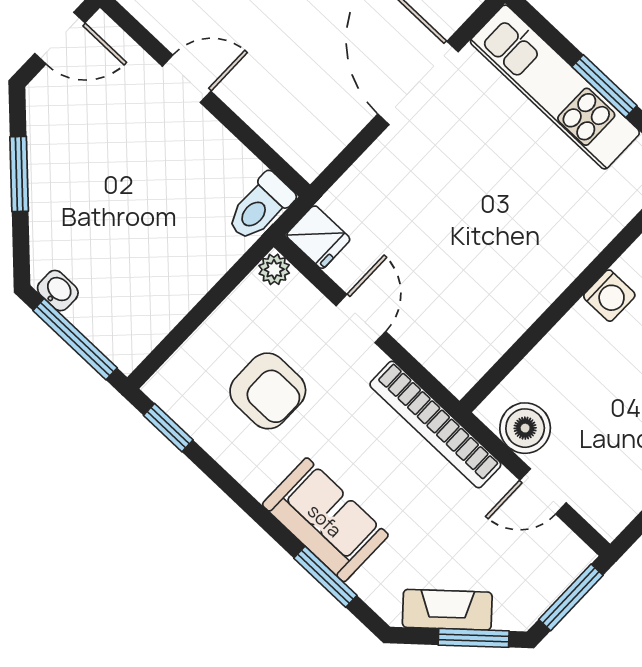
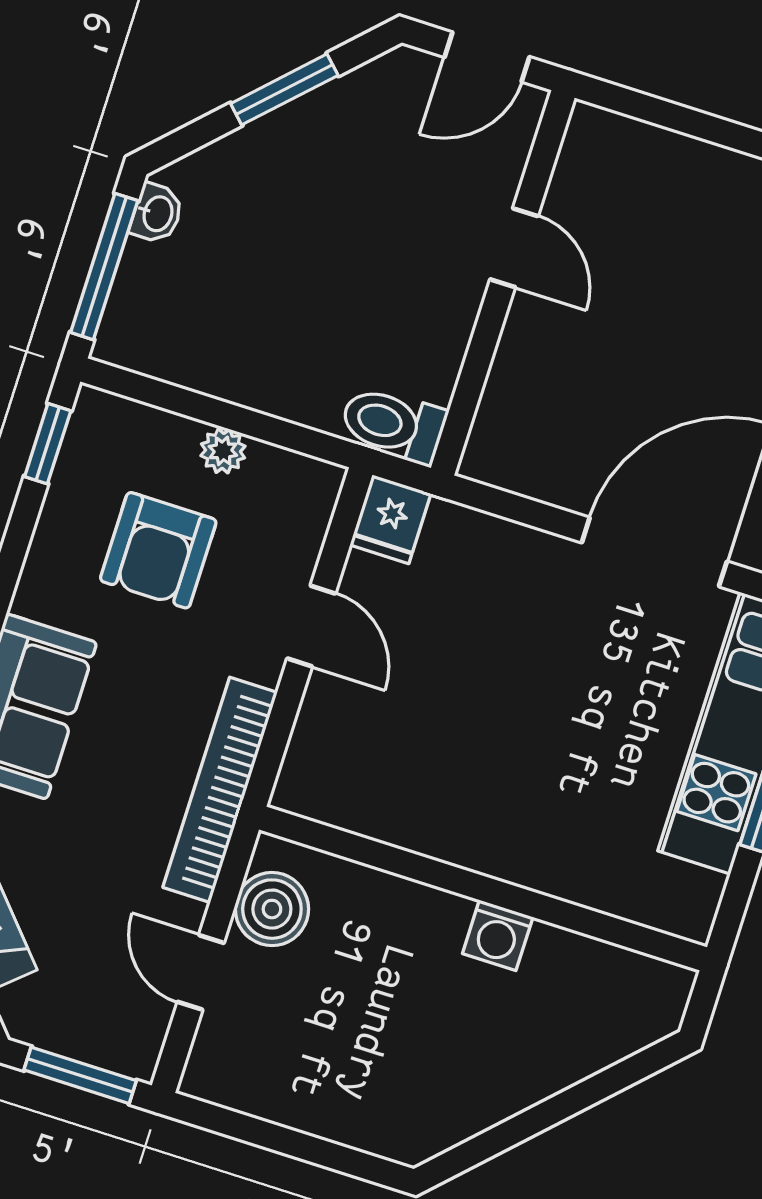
door: (60, 38) -> (487, 57), hinge flipped
plant: (274, 269) -> (223, 451), moved
door: (361, 319) -> (311, 626), hinge flipped

